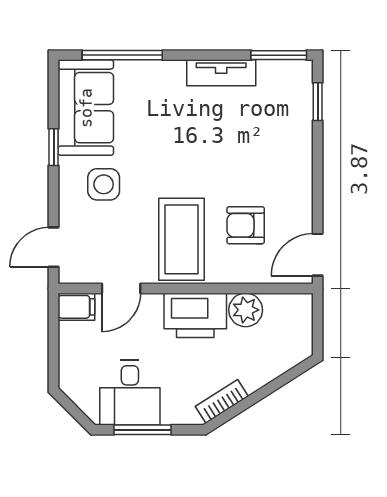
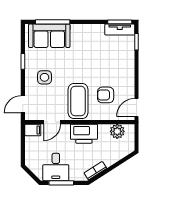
tv unit: (221, 73) -> (120, 29), moved
sofa: (86, 108) -> (49, 36), moved, turned 90
plant: (246, 310) -> (117, 131), moved

